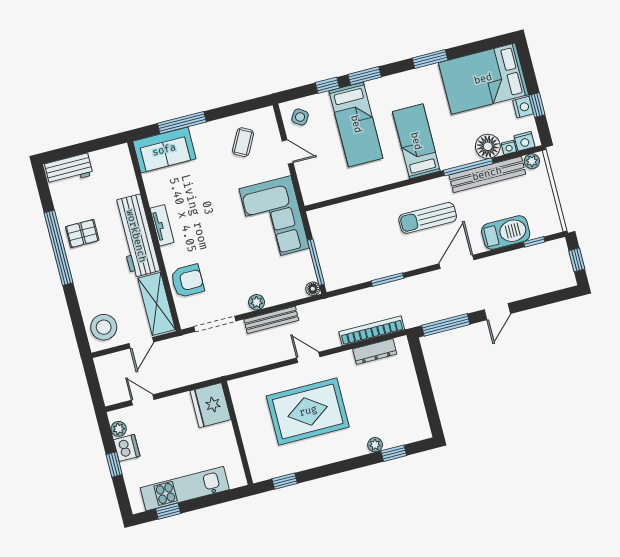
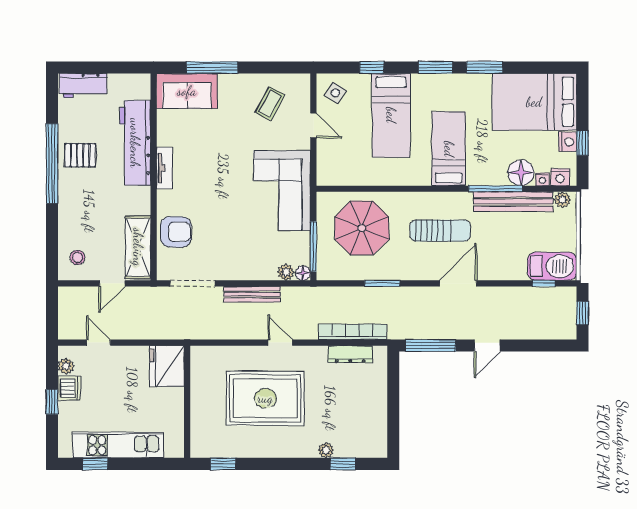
window: (365, 76) -> (436, 67), moved
sun lounger: (428, 218) -> (440, 231), turned 180
barbecue: (506, 233) -> (552, 266), moved
parasol: (356, 234) -> (362, 228), added
workbench: (136, 236) -> (135, 143), moved
plant: (257, 302) -> (286, 272), moved
stool: (104, 327) -> (77, 257), width x0.53, depth x0.53

